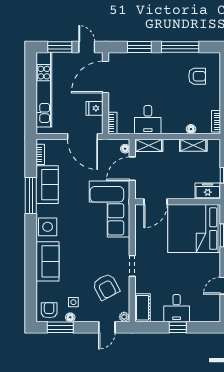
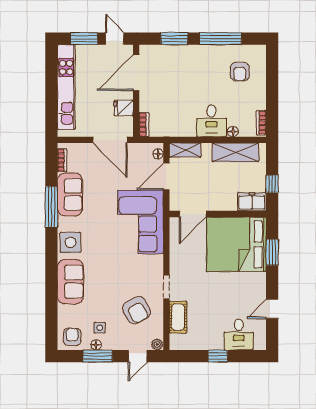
armchair: (197, 76) -> (240, 72), turned 90
desk: (148, 120) -> (211, 121), moved
shelving: (193, 145) -> (235, 152), width x1.50, depth x1.33
cot: (143, 308) -> (178, 317), moved
desk: (177, 308) -> (239, 335), moved
window: (60, 327) -> (98, 356), moved

